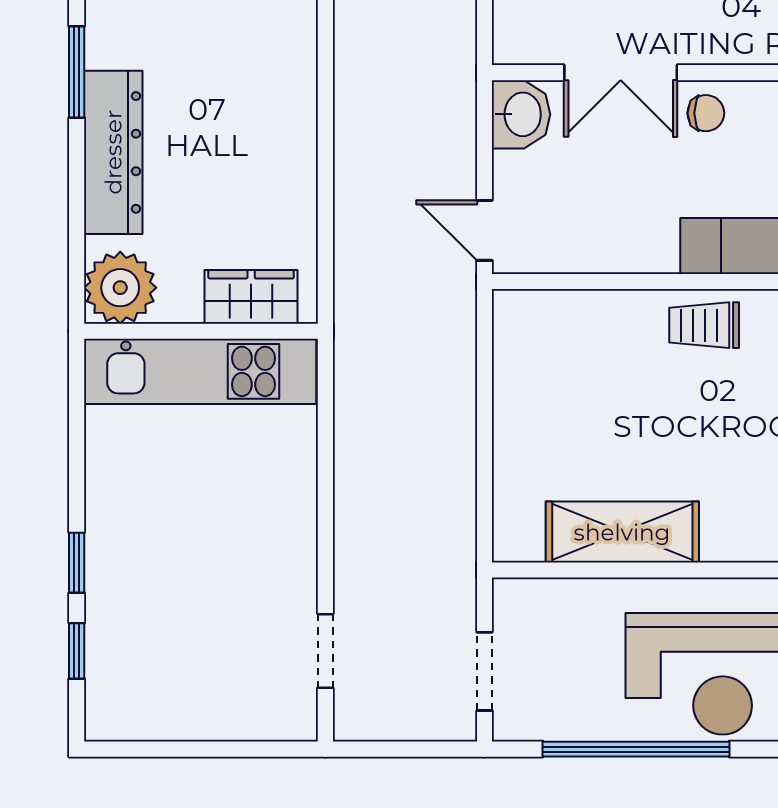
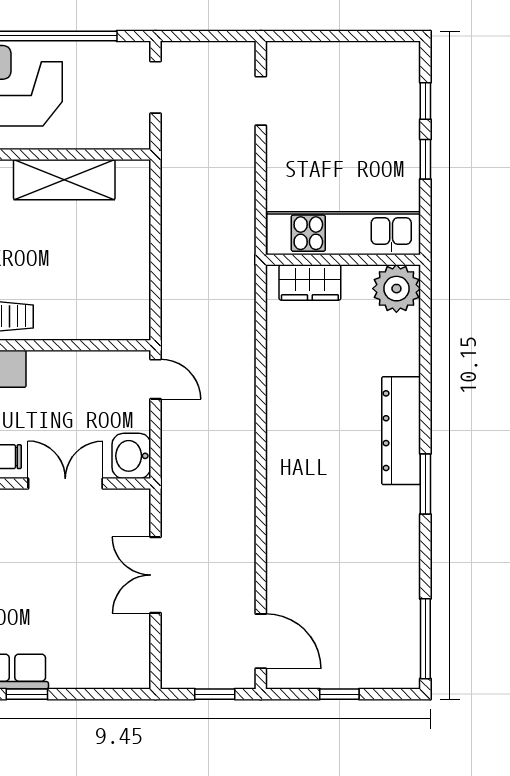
plant: (120, 288) -> (396, 289), moved
wardrobe: (251, 297) -> (310, 282), moved
wall: (201, 331) -> (343, 260), moved
kitchen unit: (200, 371) -> (344, 233), moved

